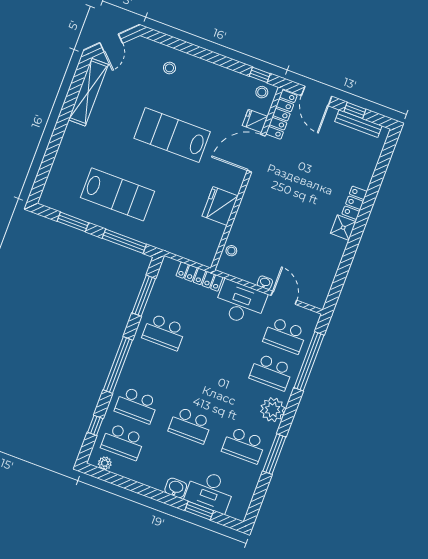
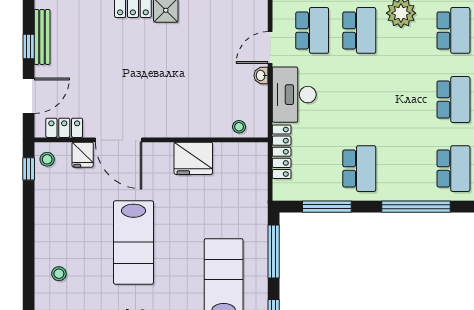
locker: (281, 115) -> (64, 128), width x0.66

